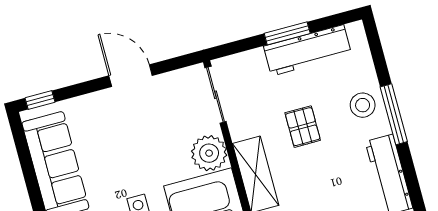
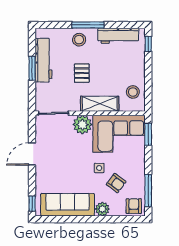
pallet: (303, 127) -> (82, 73), turned 90

